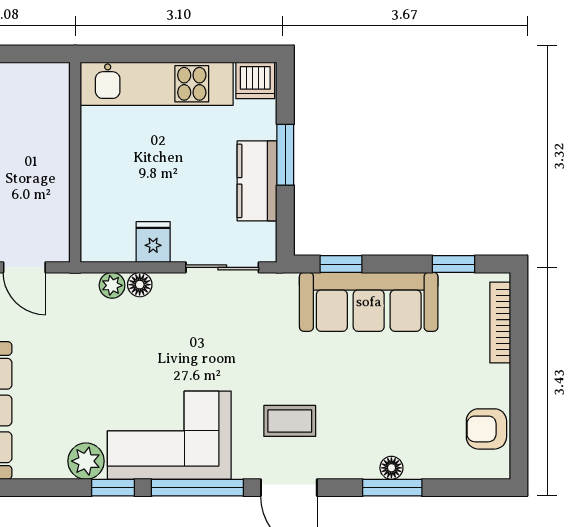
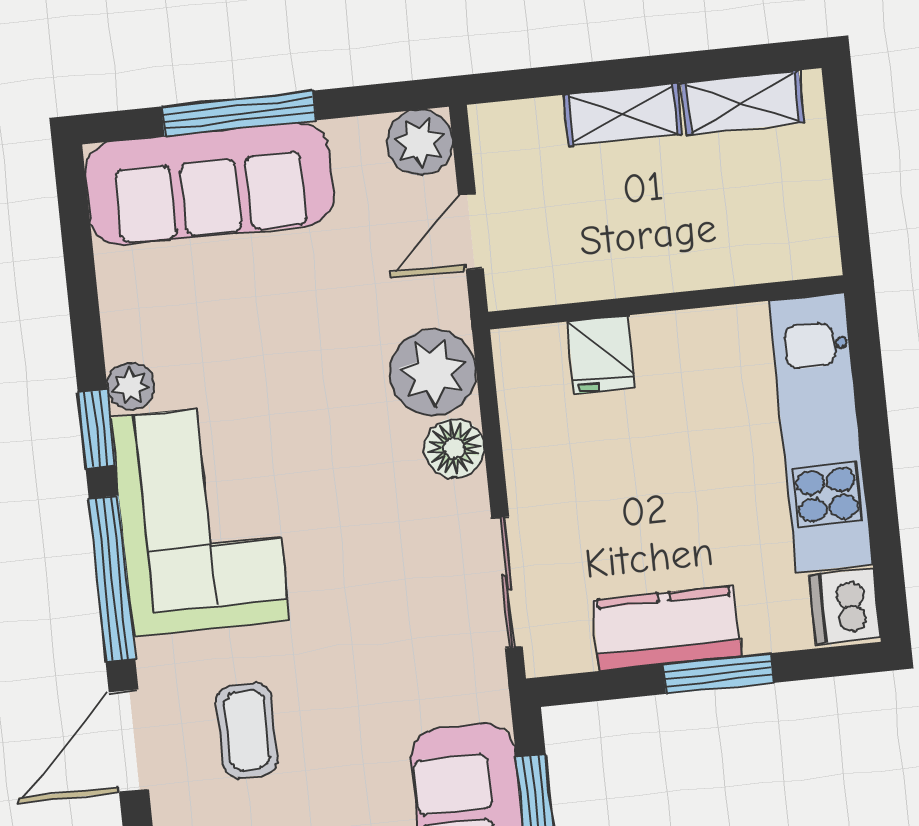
fridge: (153, 242) -> (601, 354), moved, turned 90
plant: (112, 285) -> (433, 372), width x1.87, depth x1.87
floor lamp: (140, 285) -> (454, 448), width x1.37, depth x1.37
plant: (86, 461) -> (131, 386), width x0.73, depth x0.73

